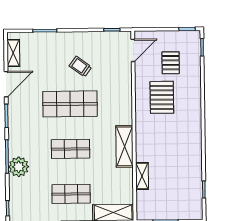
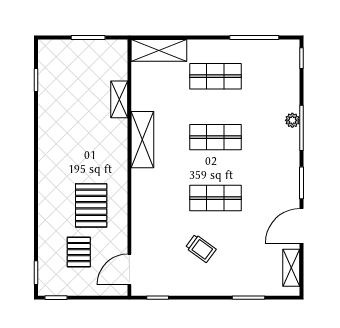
shop shelf: (70, 104) -> (215, 198), width x0.70, depth x0.74
plant: (19, 167) -> (292, 120), width x0.53, depth x0.53

